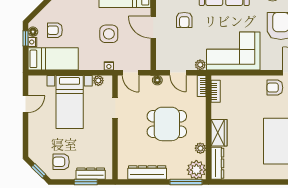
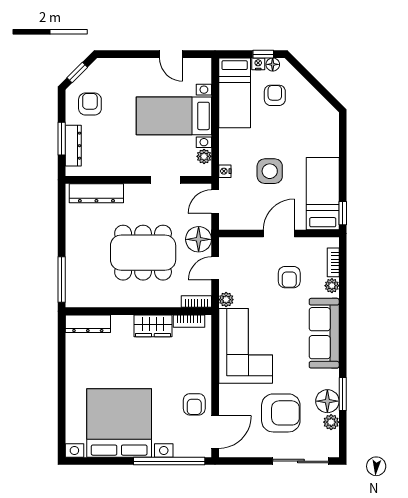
armchair: (184, 20) -> (289, 277), turned -90
floor lamp: (157, 80) -> (199, 239), width x1.89, depth x1.89
armchair: (275, 88) -> (194, 404), turned 180
dining table: (167, 124) -> (143, 253), width x1.38
wardrobe: (219, 133) -> (153, 326), moved
plant: (200, 148) -> (109, 300), removed
plant: (196, 170) -> (79, 294), removed
dresser: (147, 172) -> (96, 193), moved, turned 90

